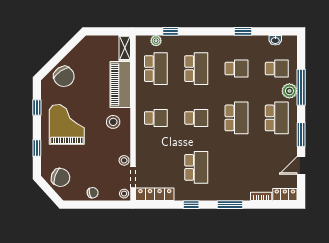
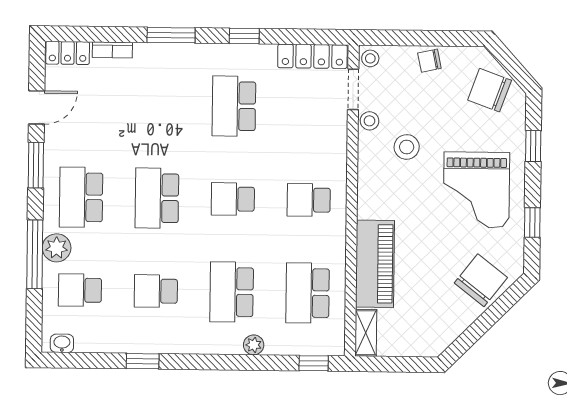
window: (171, 31) -> (314, 363), moved
washbasin: (275, 40) -> (62, 343), moved
plant: (156, 41) -> (254, 345), moved
chair: (64, 76) -> (481, 280), turned 72
stool: (113, 122) -> (407, 147), moved

